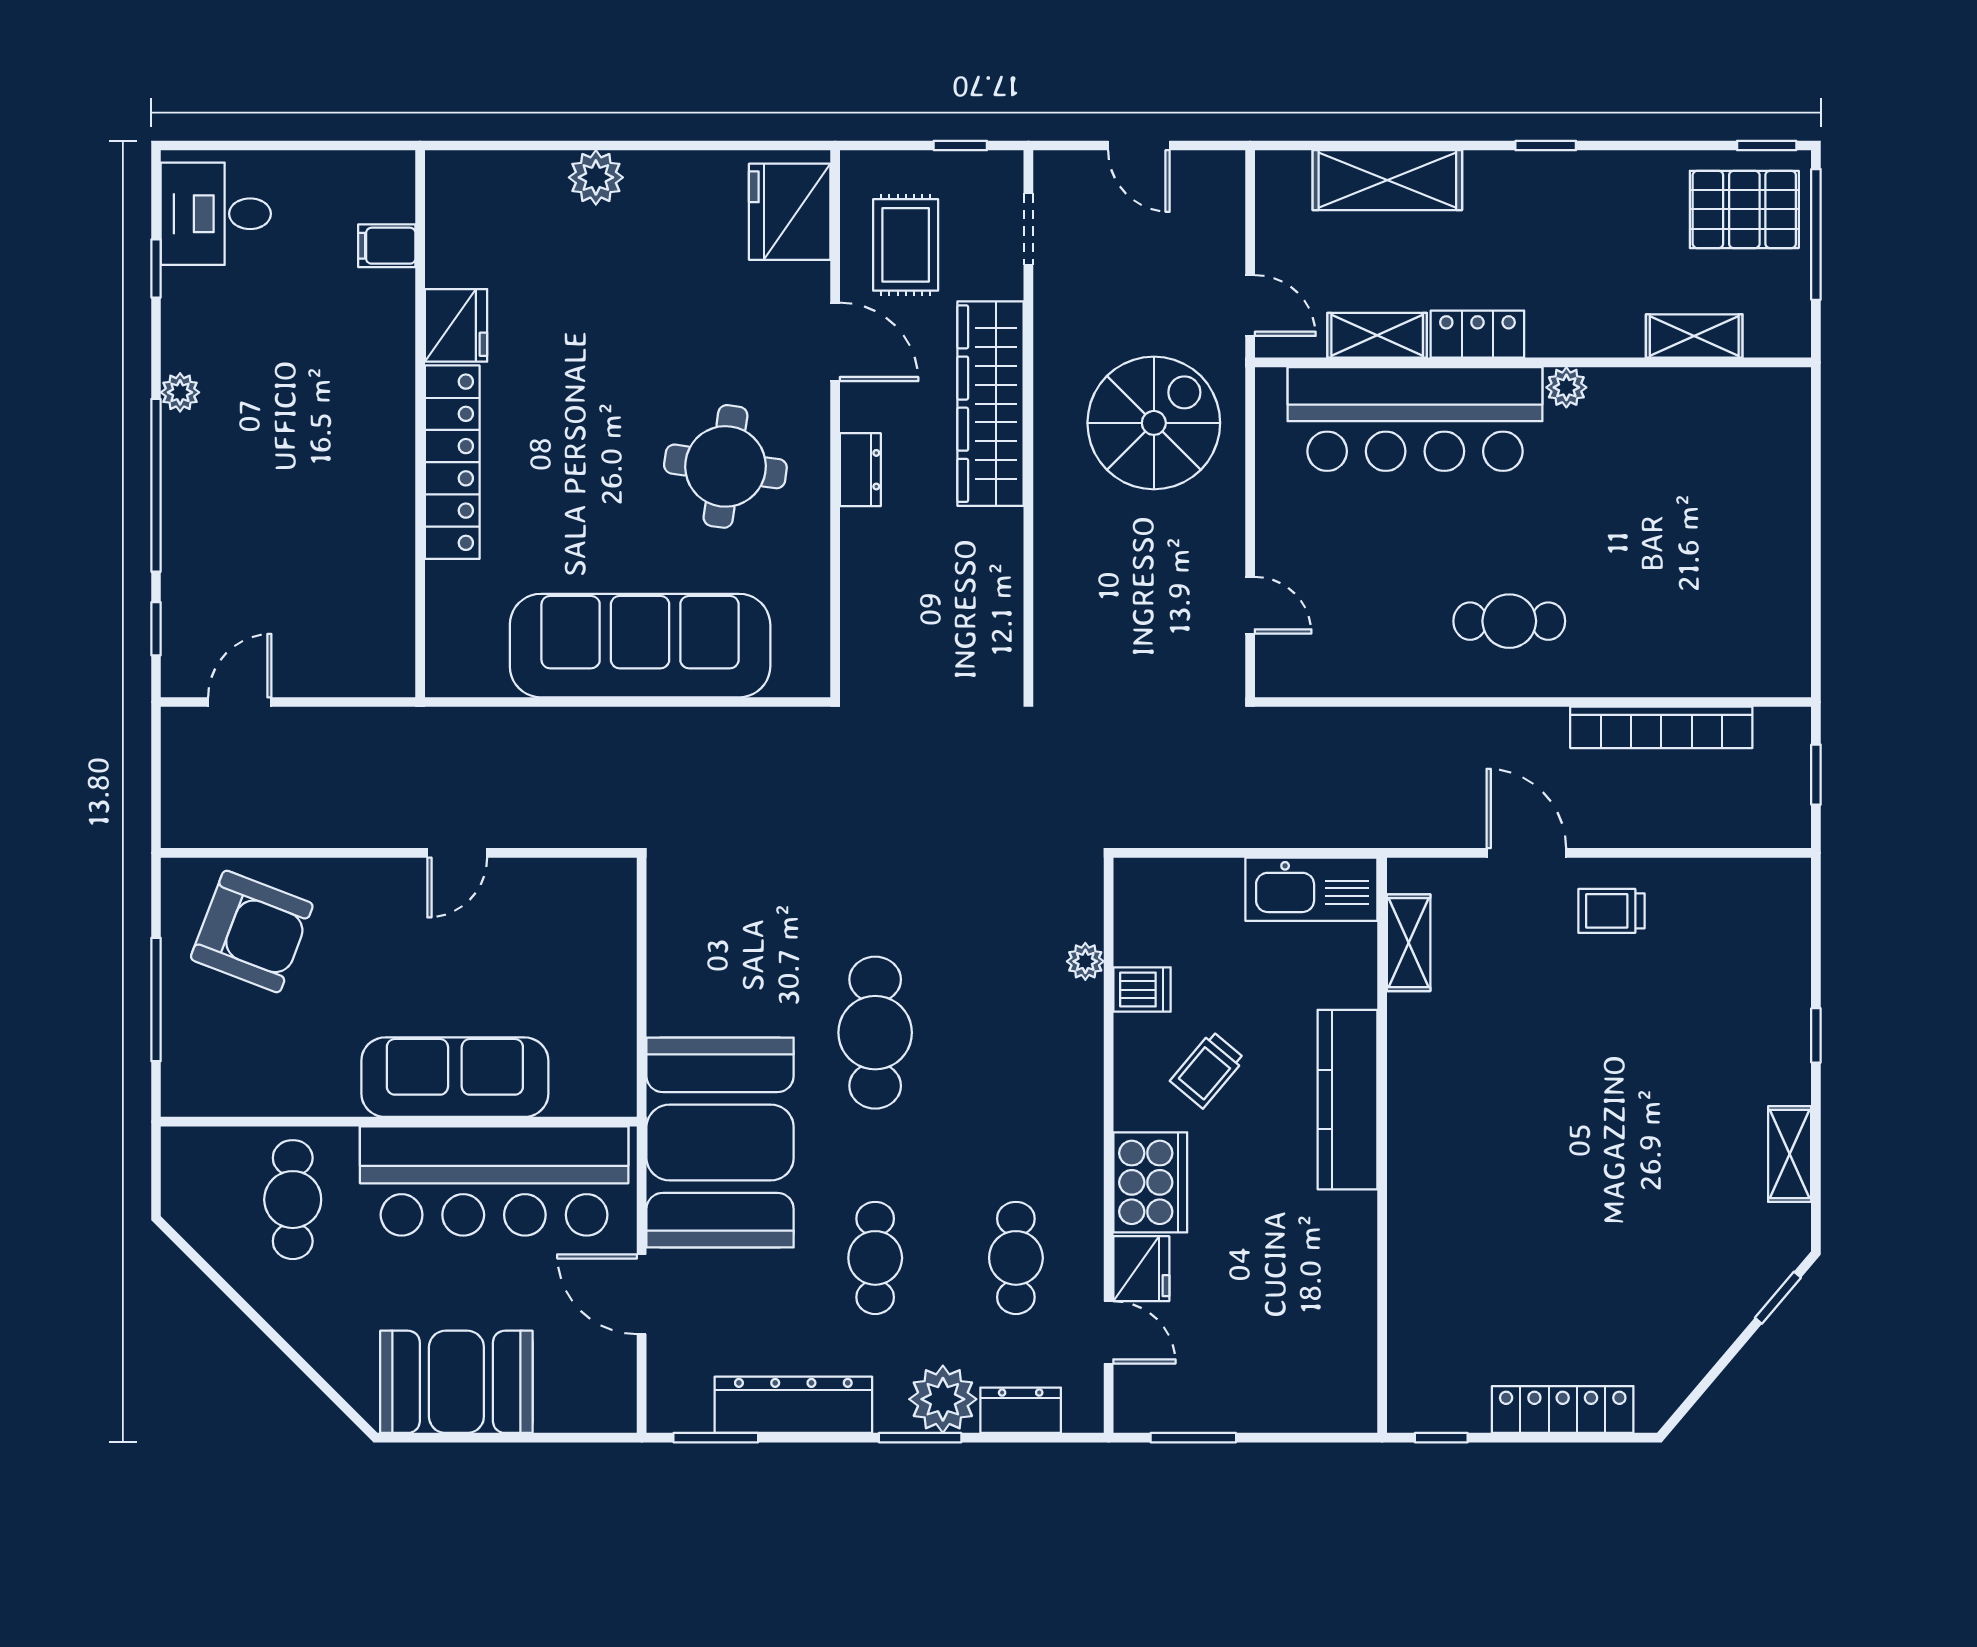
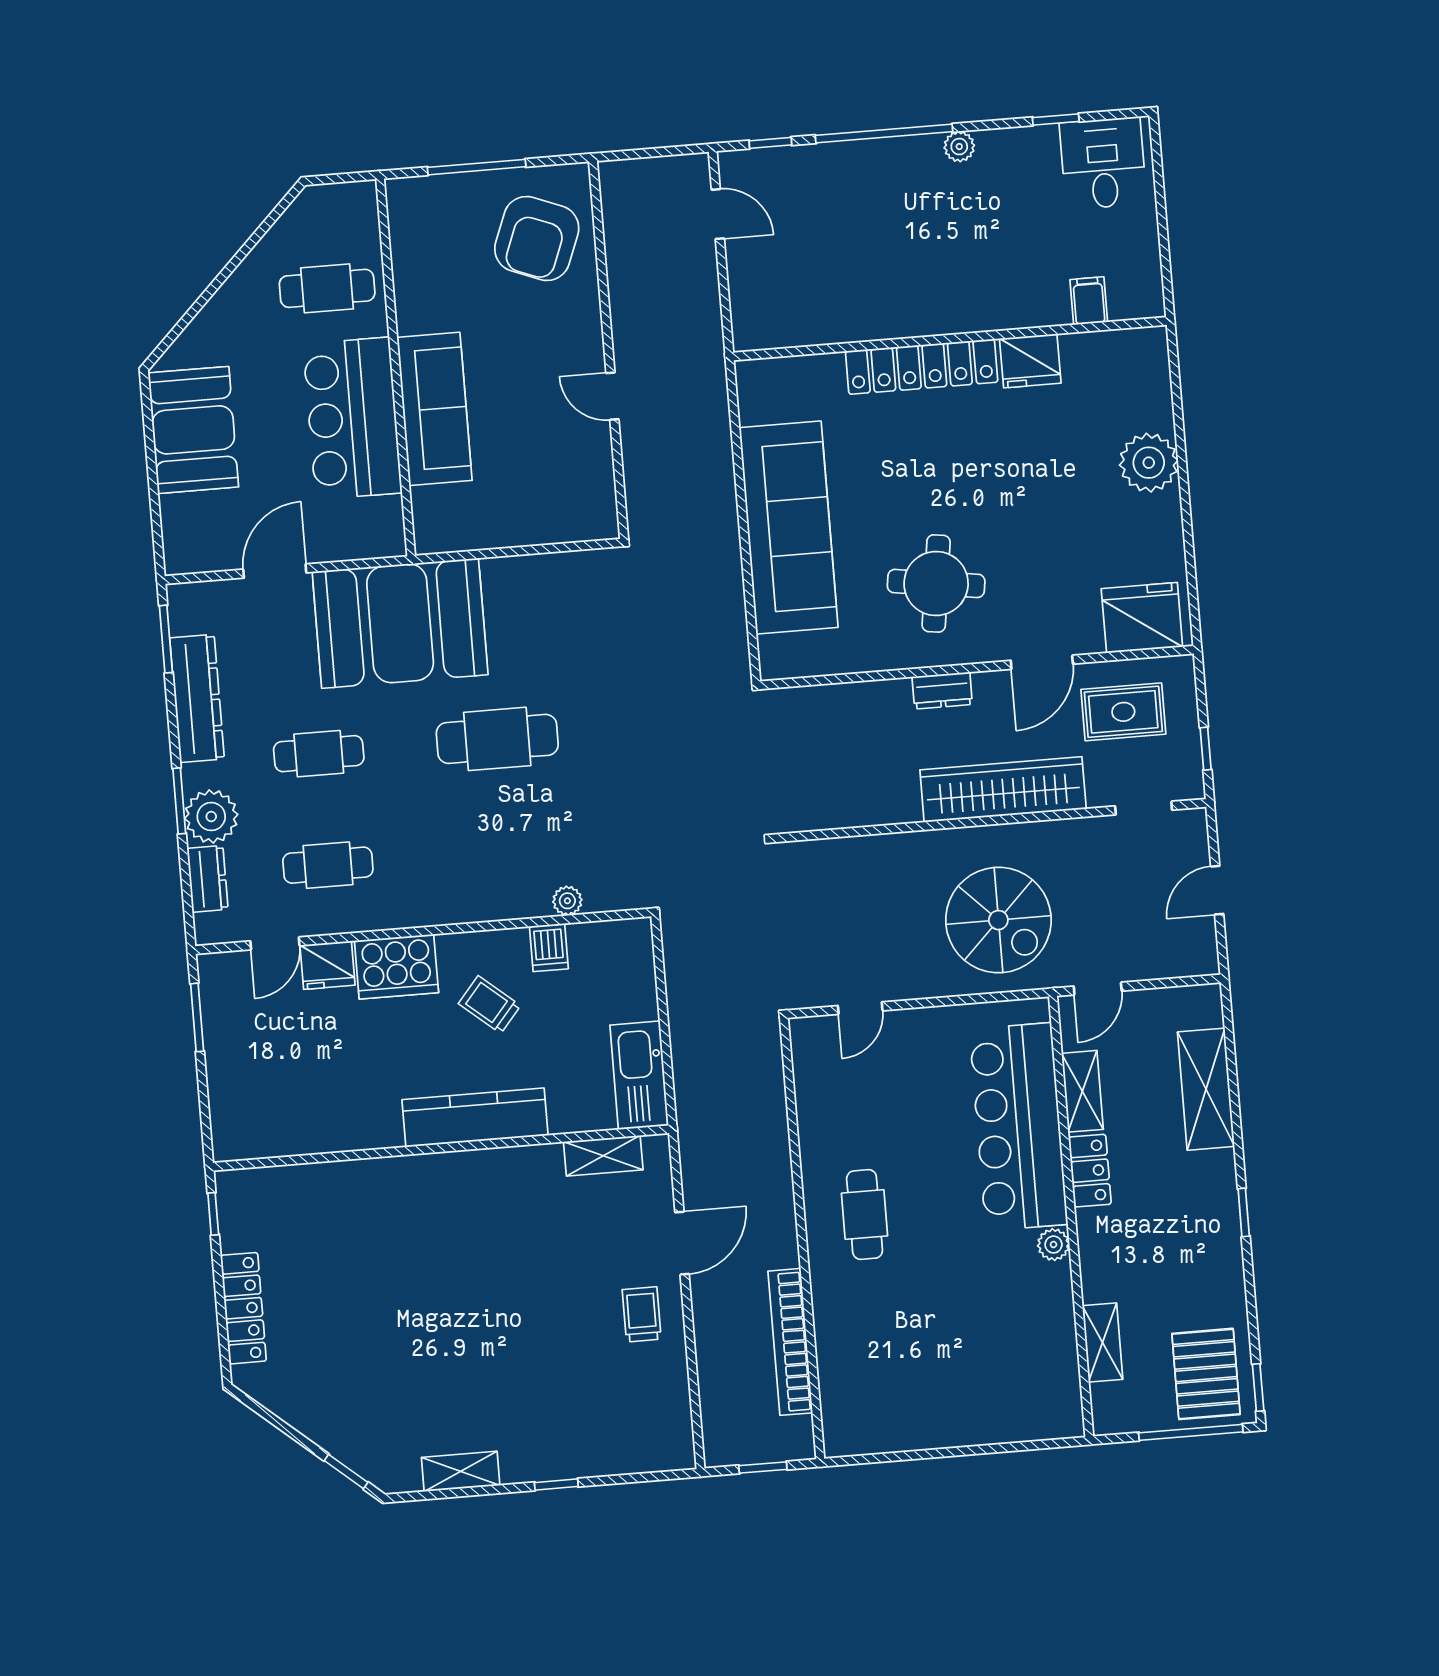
plant: (596, 177) -> (1149, 463), width x1.36, depth x1.36
bar counter: (494, 1181) -> (352, 418), width x0.73

